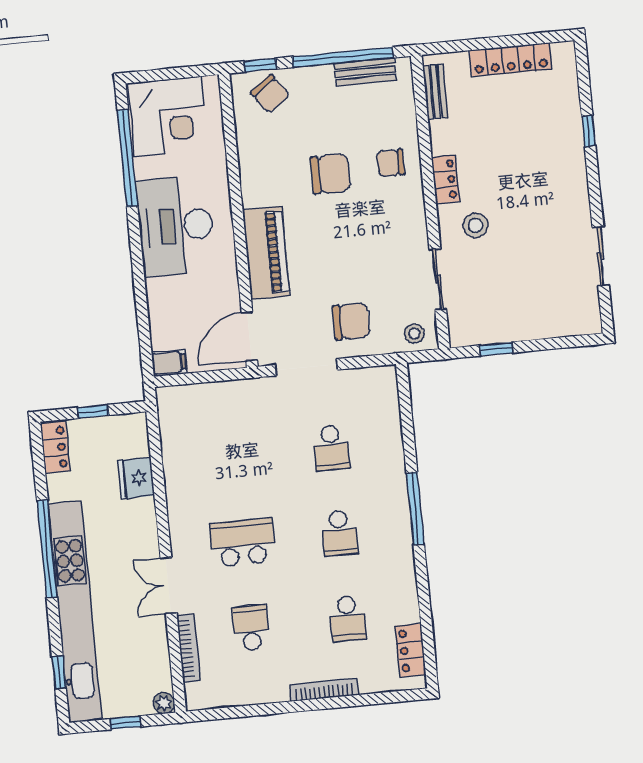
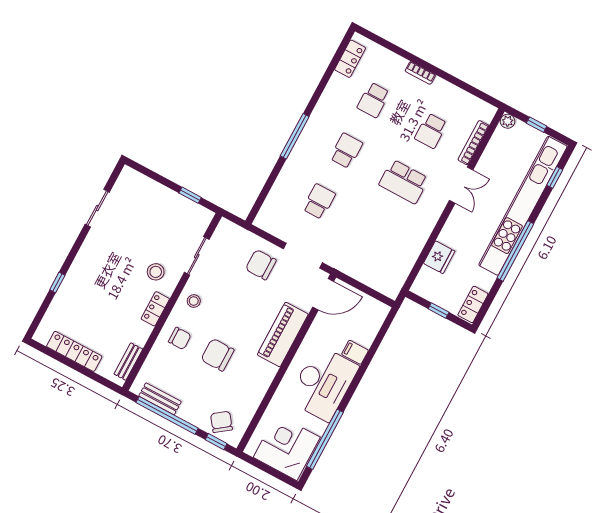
stool: (414, 333) -> (194, 301), moved
filing cabinet: (169, 363) -> (355, 352), moved
school desk: (348, 619) -> (373, 100), turned 180
bookcase: (324, 690) -> (420, 73), width x0.64

